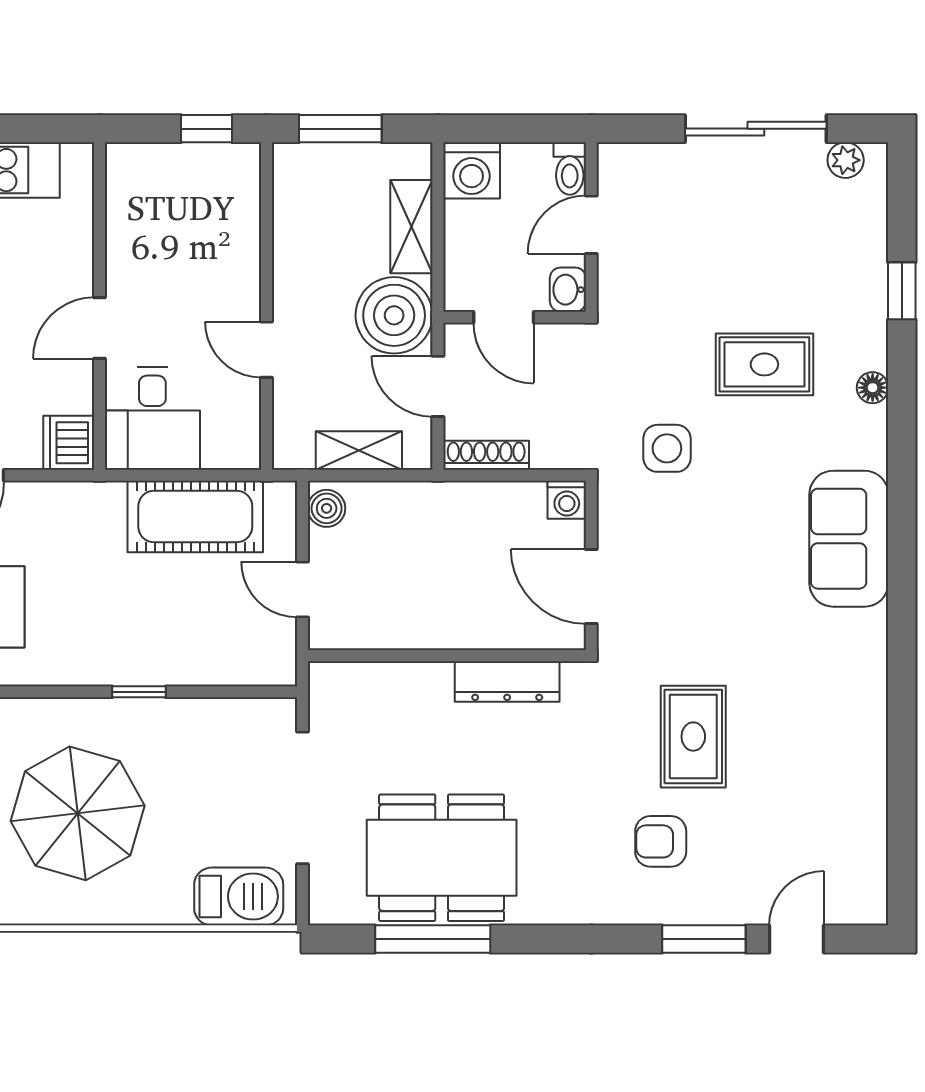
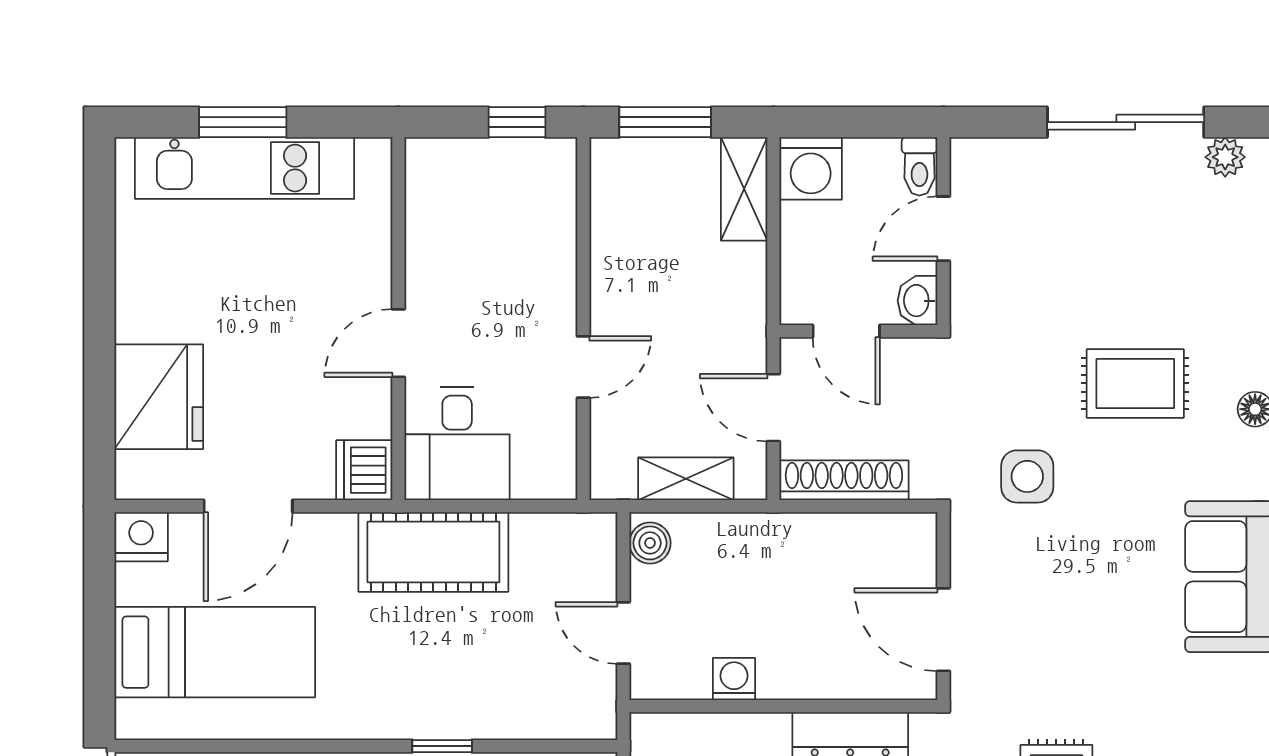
shelving: (411, 227) -> (744, 189), moved
boiler: (394, 315) -> (725, 329), removed
door: (266, 350) -> (583, 367), swing flipped
shoe rack: (486, 455) -> (844, 480), width x1.36, depth x1.24
washing machine: (567, 500) -> (734, 679), moved, turned 180
cot: (195, 517) -> (433, 552), moved

